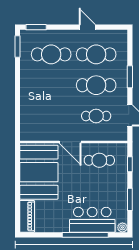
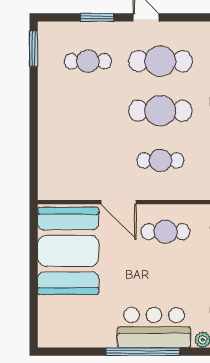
window: (36, 27) -> (97, 17), moved
cafe table: (51, 54) -> (88, 61), width x0.73, depth x0.74
piano: (27, 216) -> (49, 322), removed

